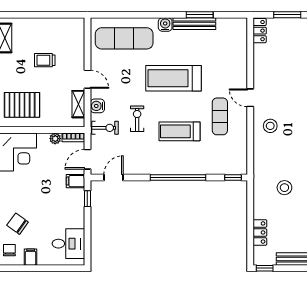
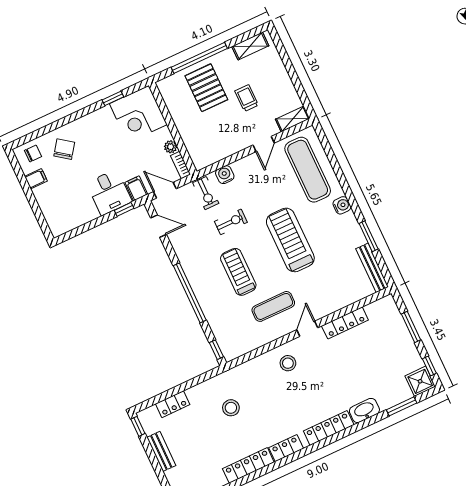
bench: (194, 24) -> (372, 268), moved
locker: (260, 31) -> (345, 323), moved, width x1.53
door: (87, 79) -> (264, 144), moved
shelving: (78, 104) -> (293, 119), moved
pallet: (22, 105) -> (206, 88), moved
desk: (68, 244) -> (109, 192), moved

